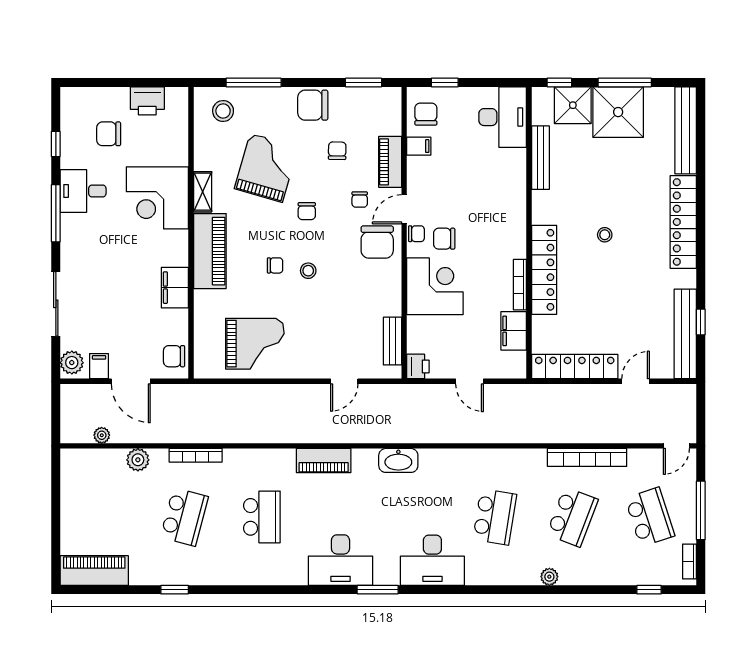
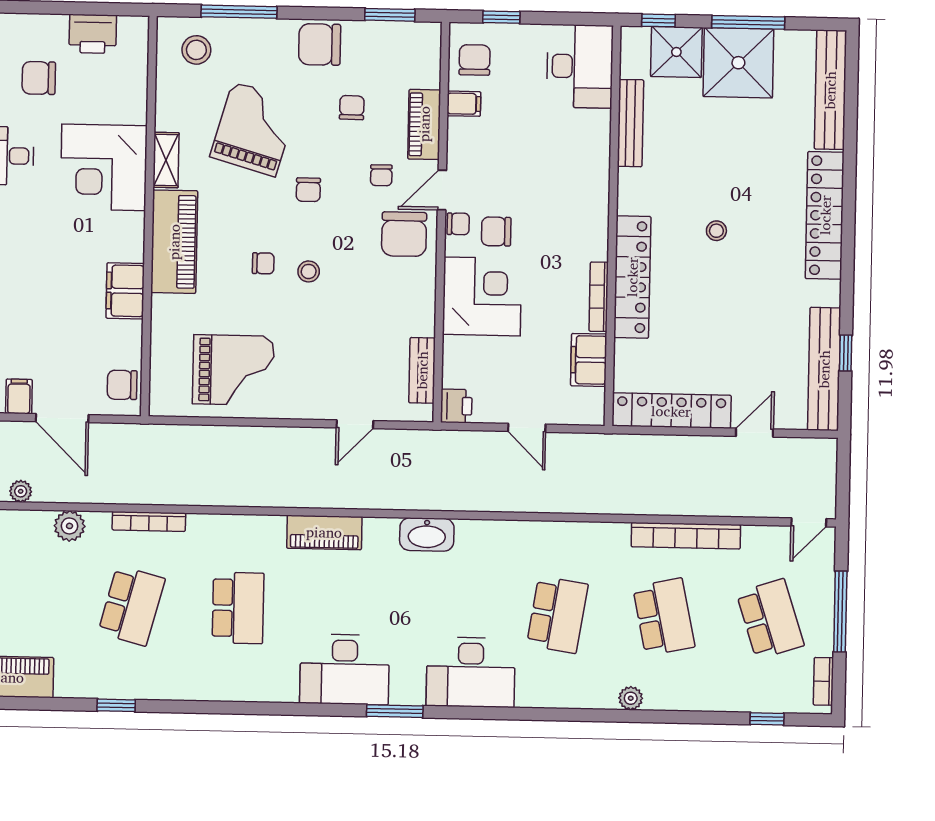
school desk: (572, 517) -> (664, 617), turned -33

